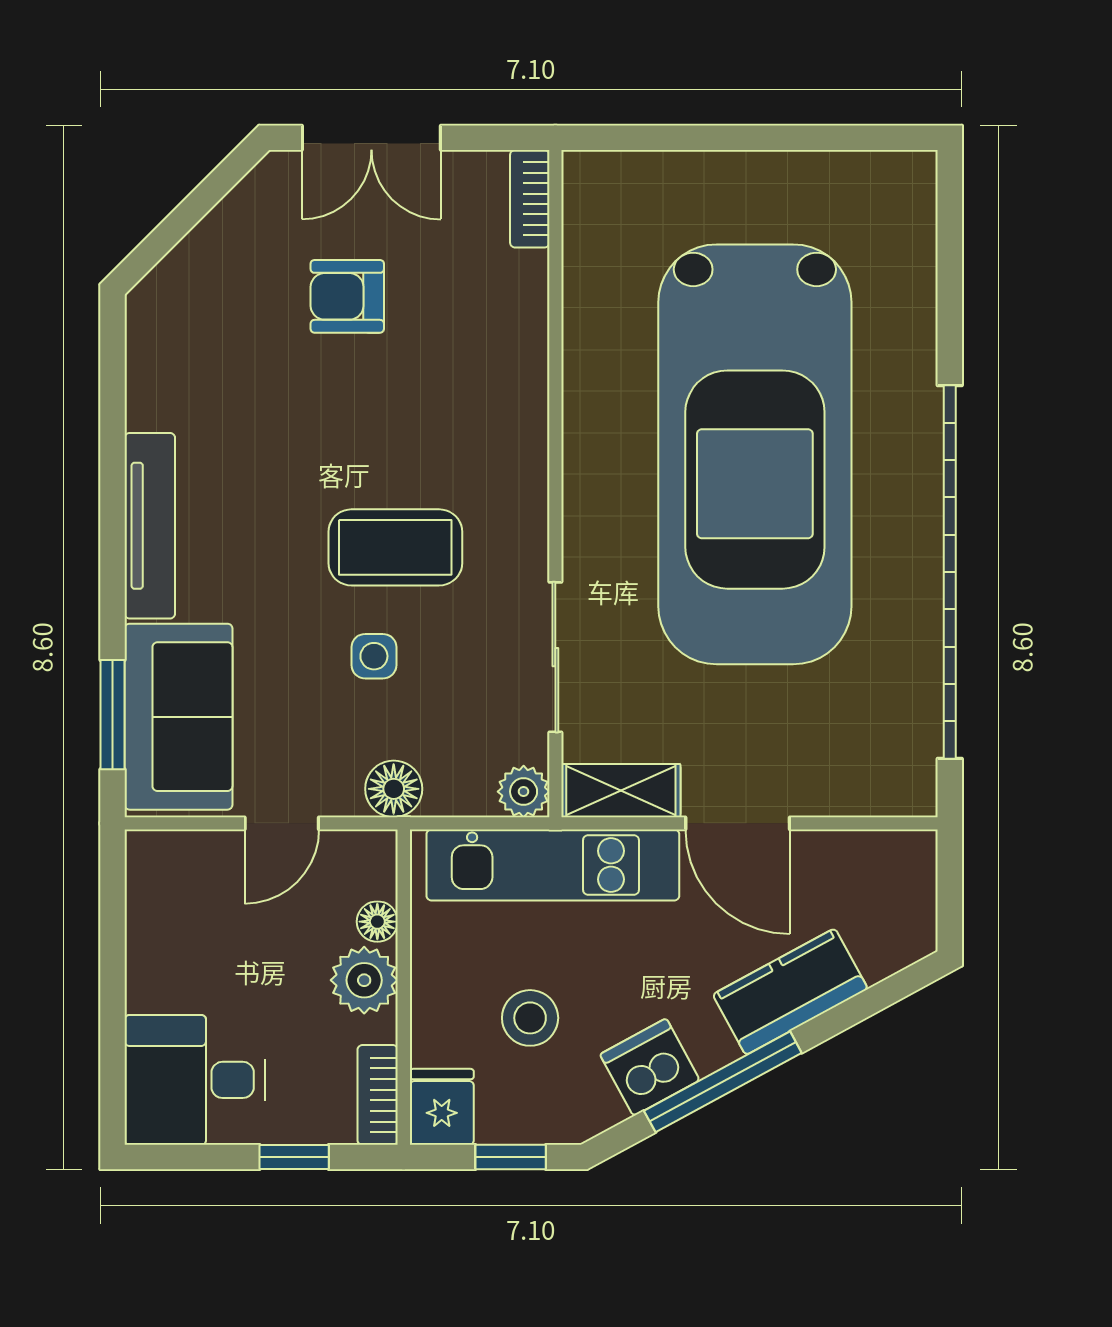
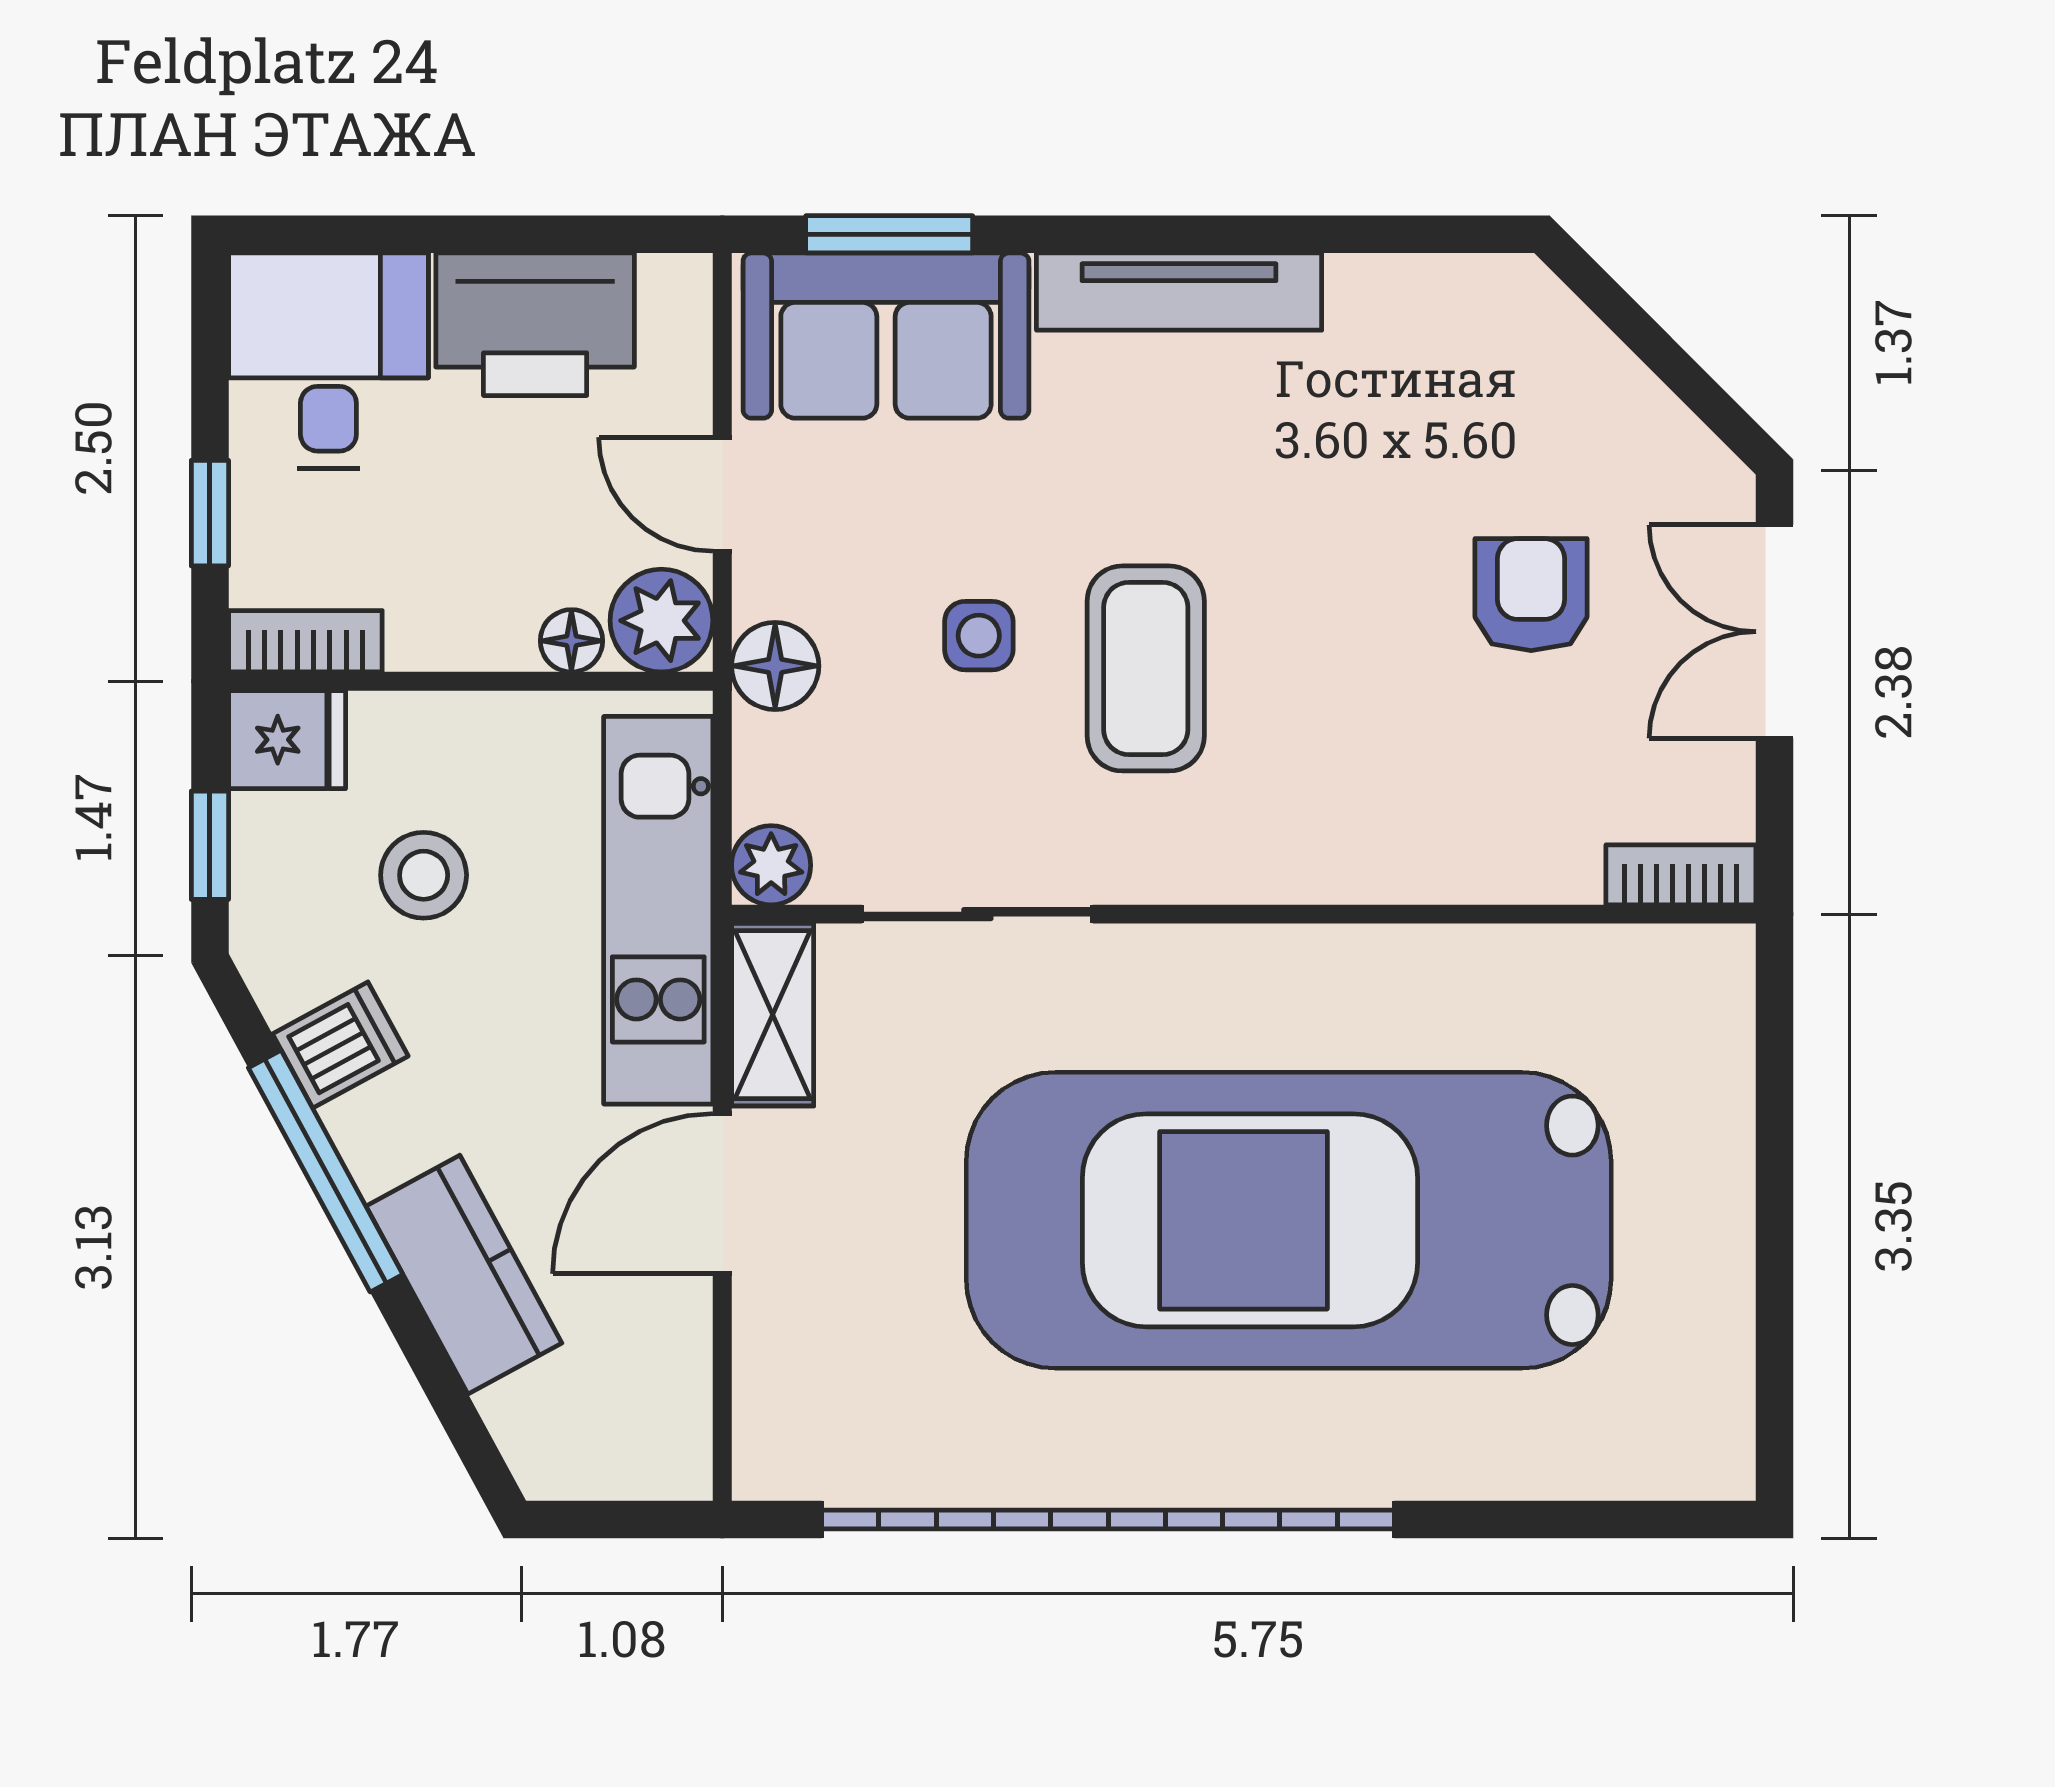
printer: (171, 945) -> (535, 324), added
plant: (364, 980) -> (661, 621), moved
dishwasher: (650, 1067) -> (340, 1045), width x0.73

